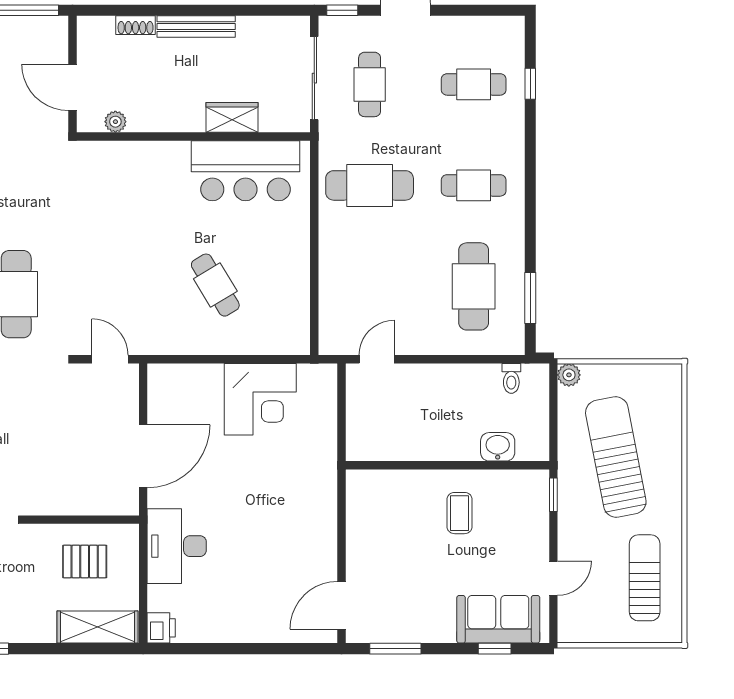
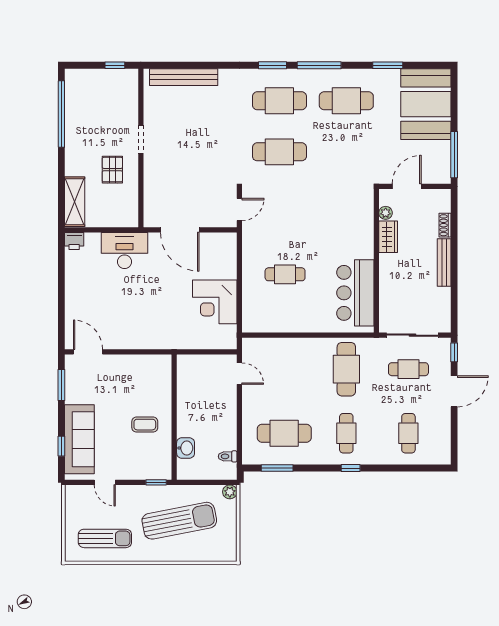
window: (530, 84) -> (351, 468), moved
wardrobe: (232, 117) -> (388, 237), moved
cafe table: (215, 285) -> (285, 274), turned 31
pallet: (85, 562) -> (112, 170), moved
sofa: (498, 619) -> (79, 439), width x1.36

